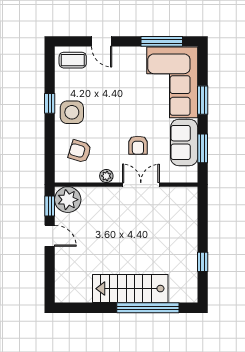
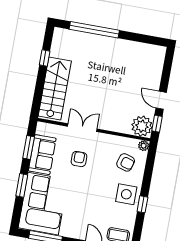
plant: (106, 176) -> (144, 146), moved
double door: (141, 185) -> (82, 128), swing flipped
stairs: (130, 289) -> (55, 88), moved, turned -90

